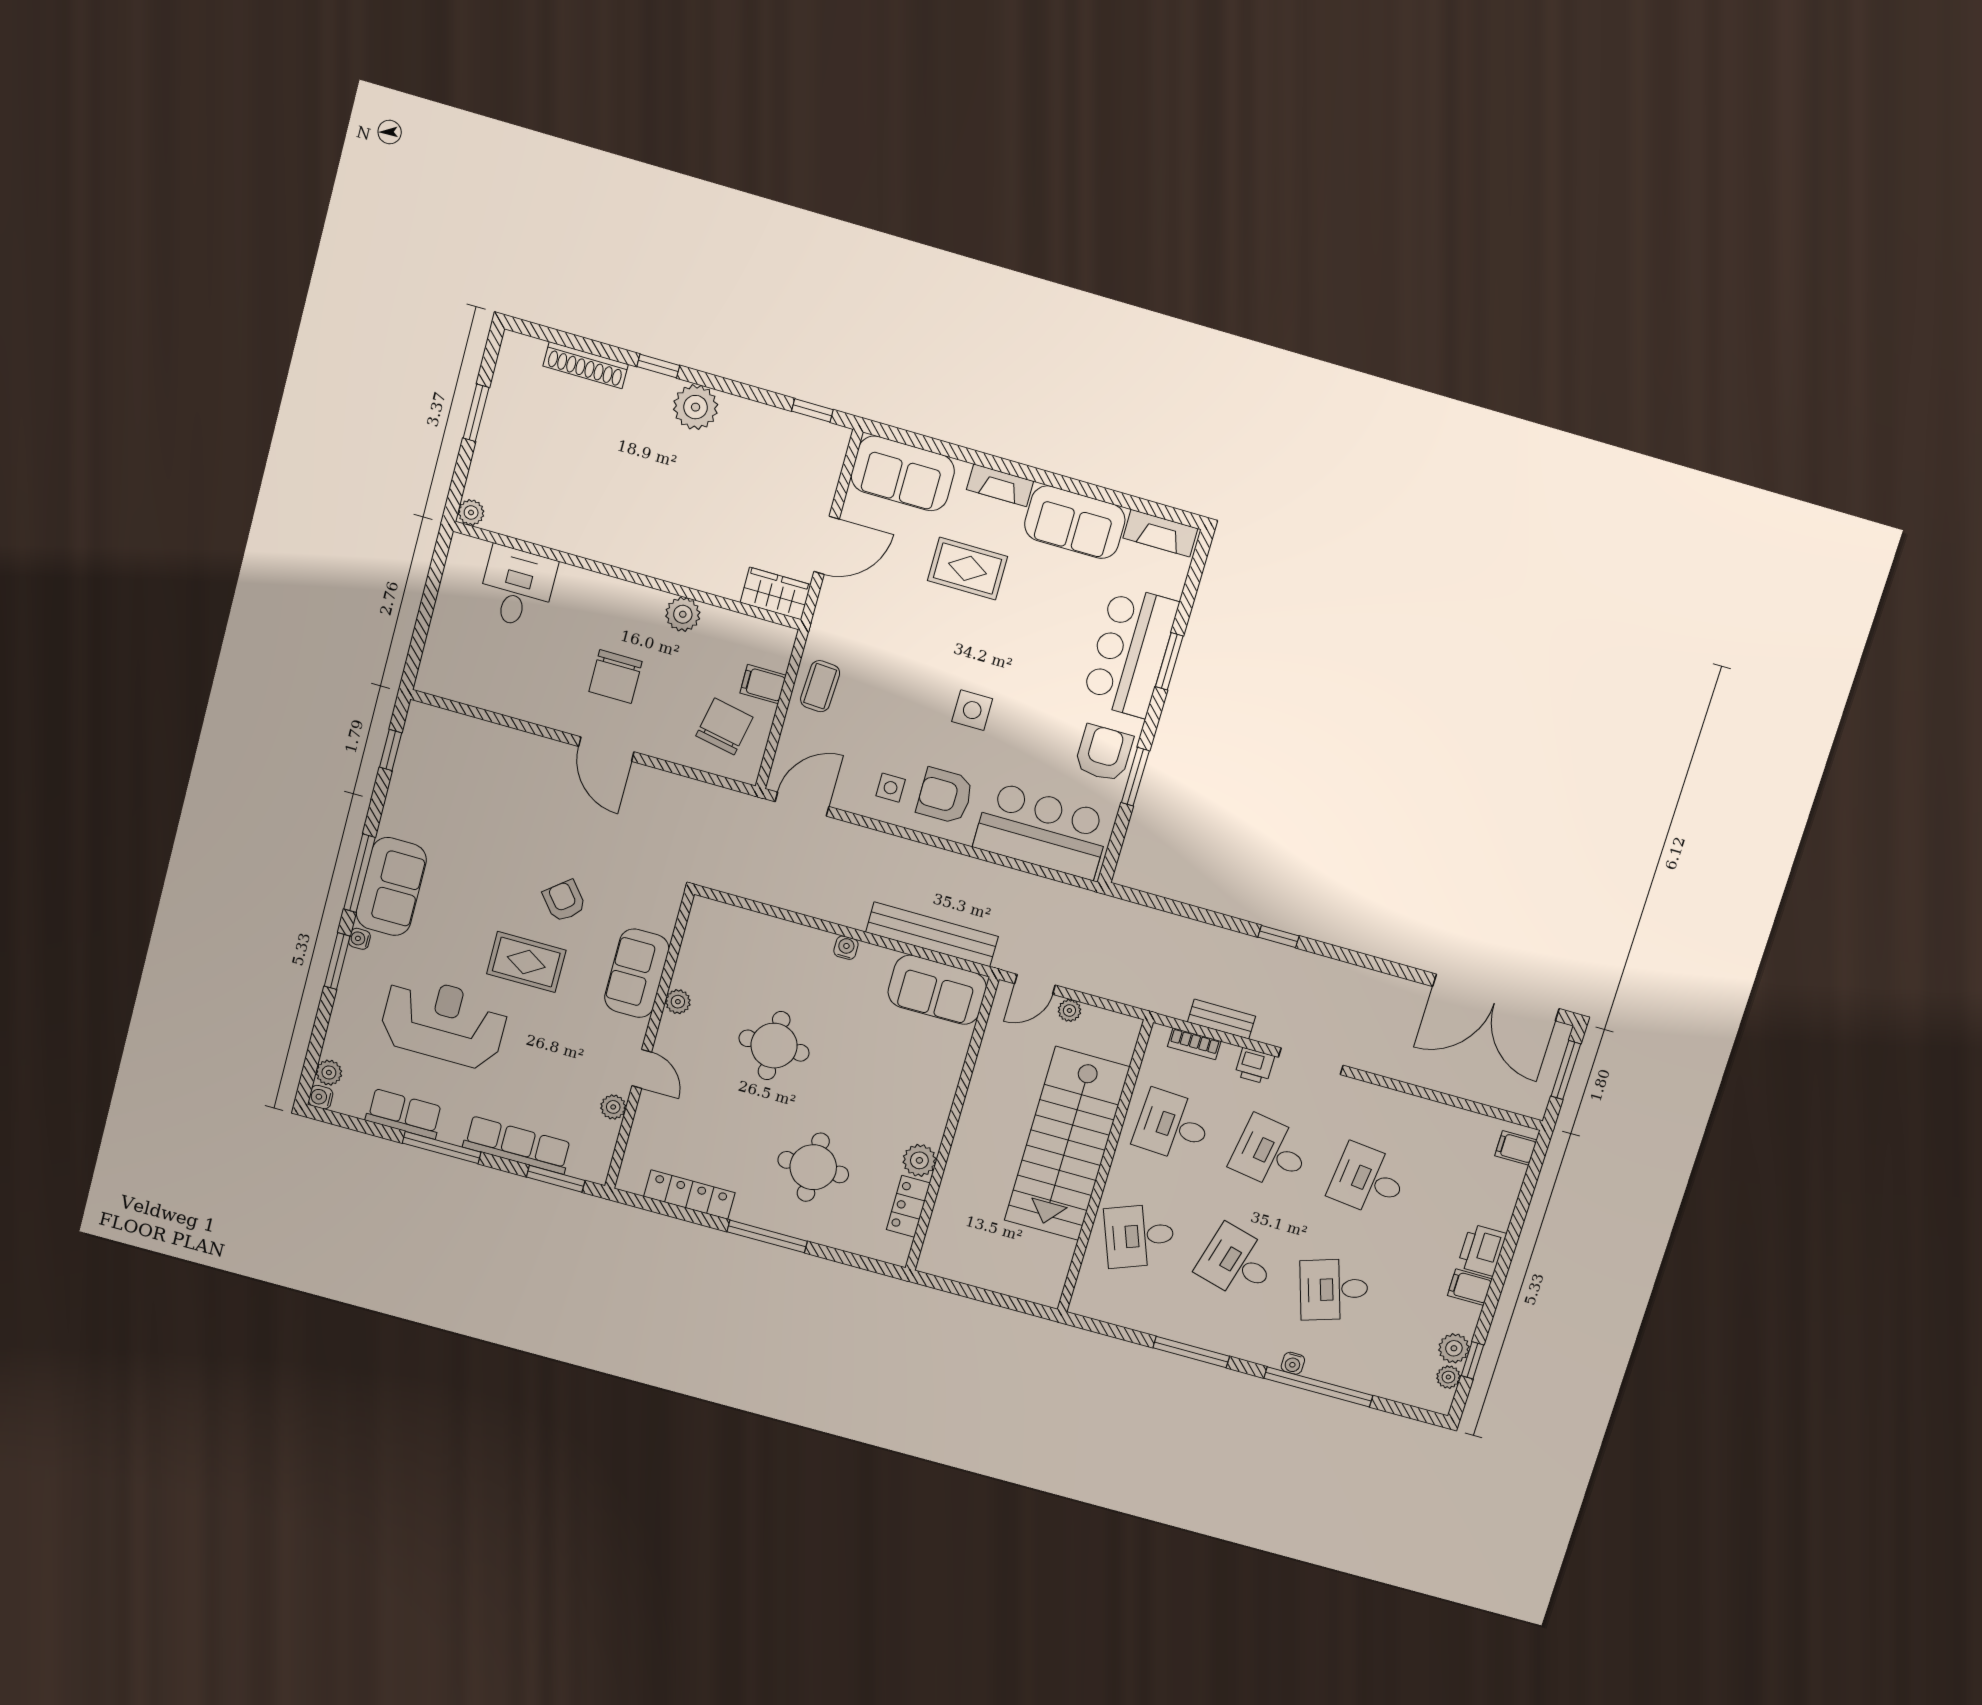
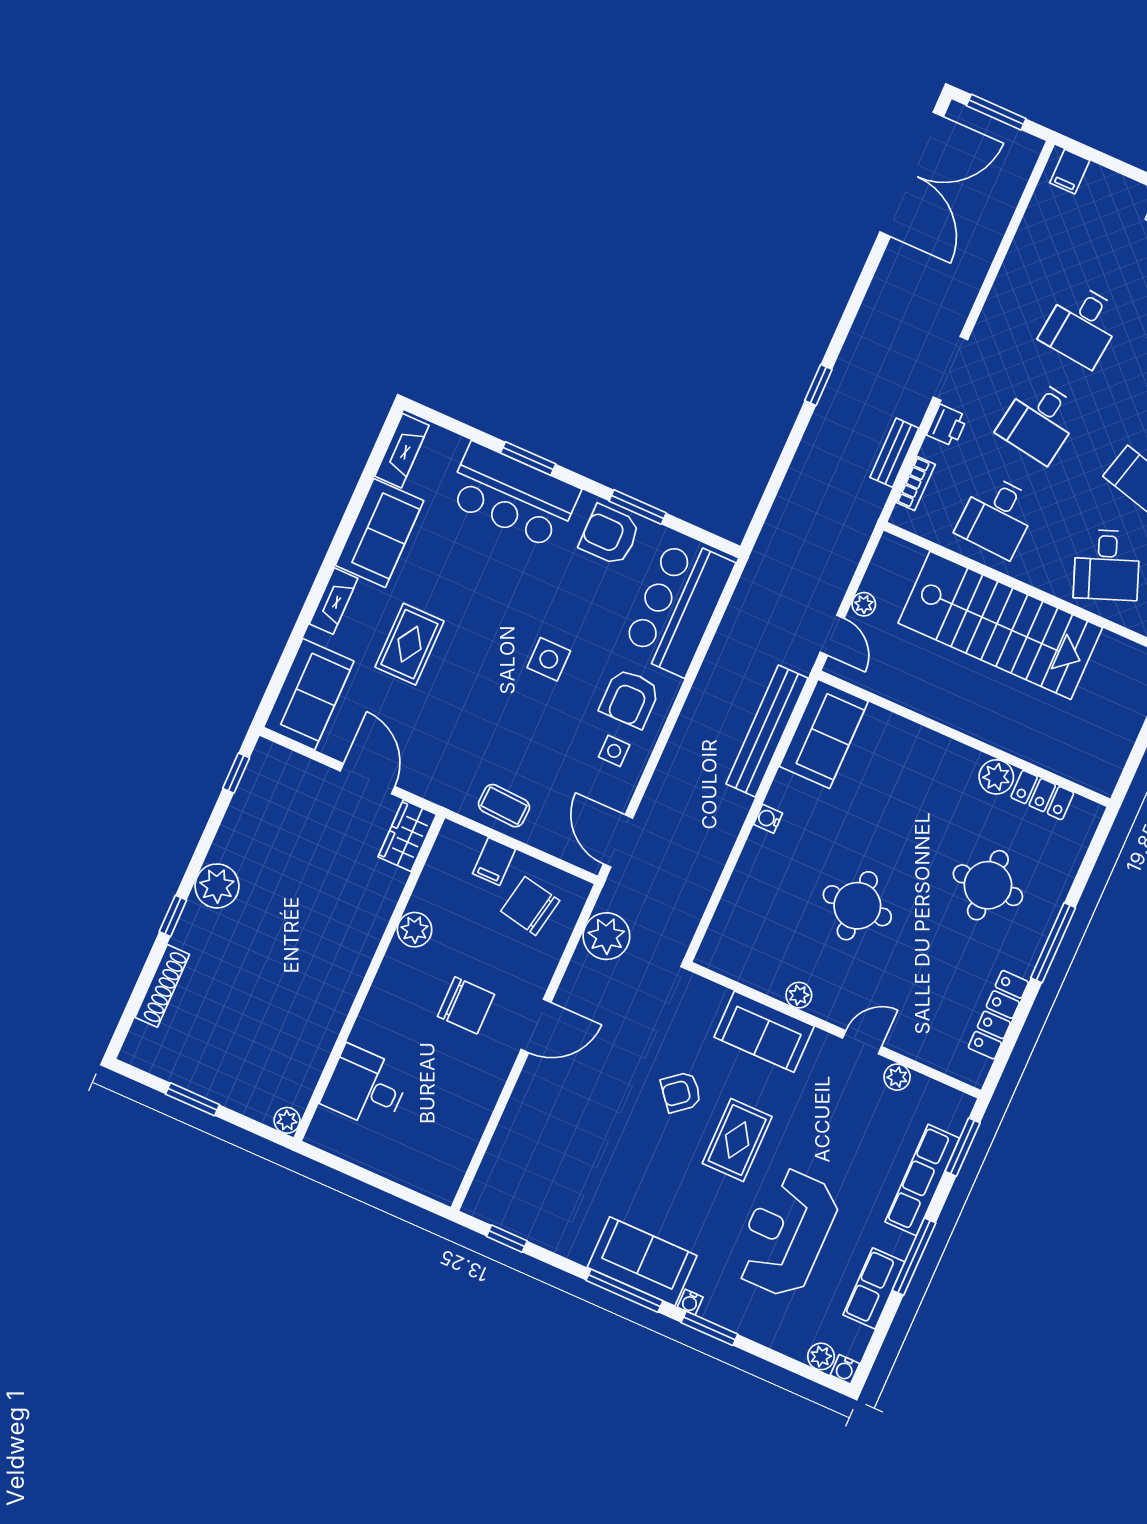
plant: (706, 806) -> (606, 936), added

